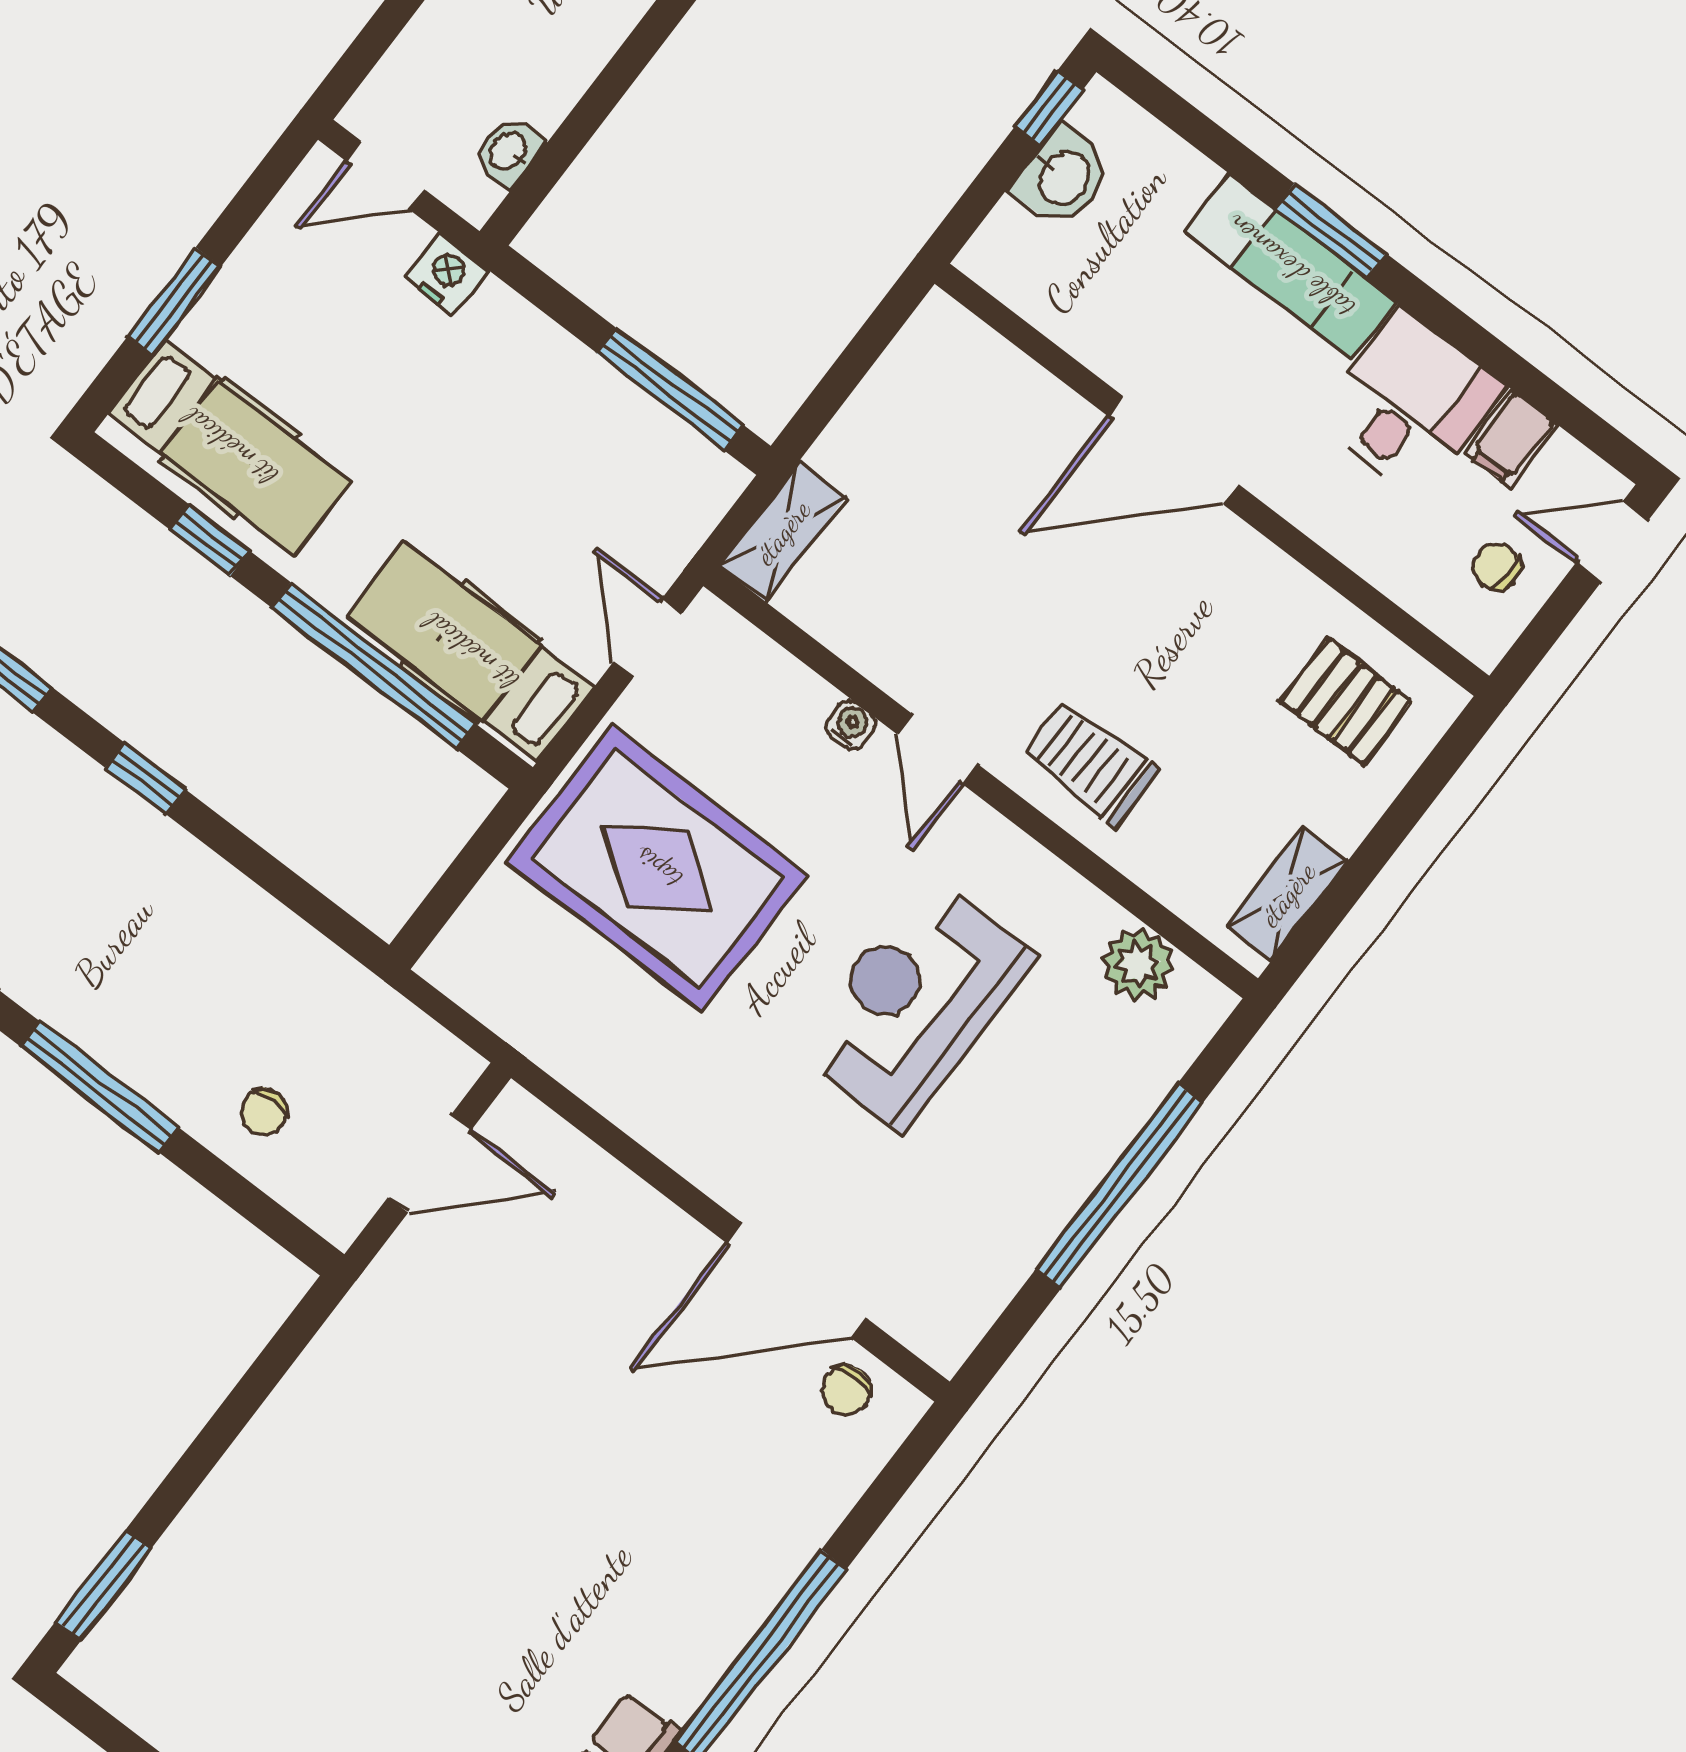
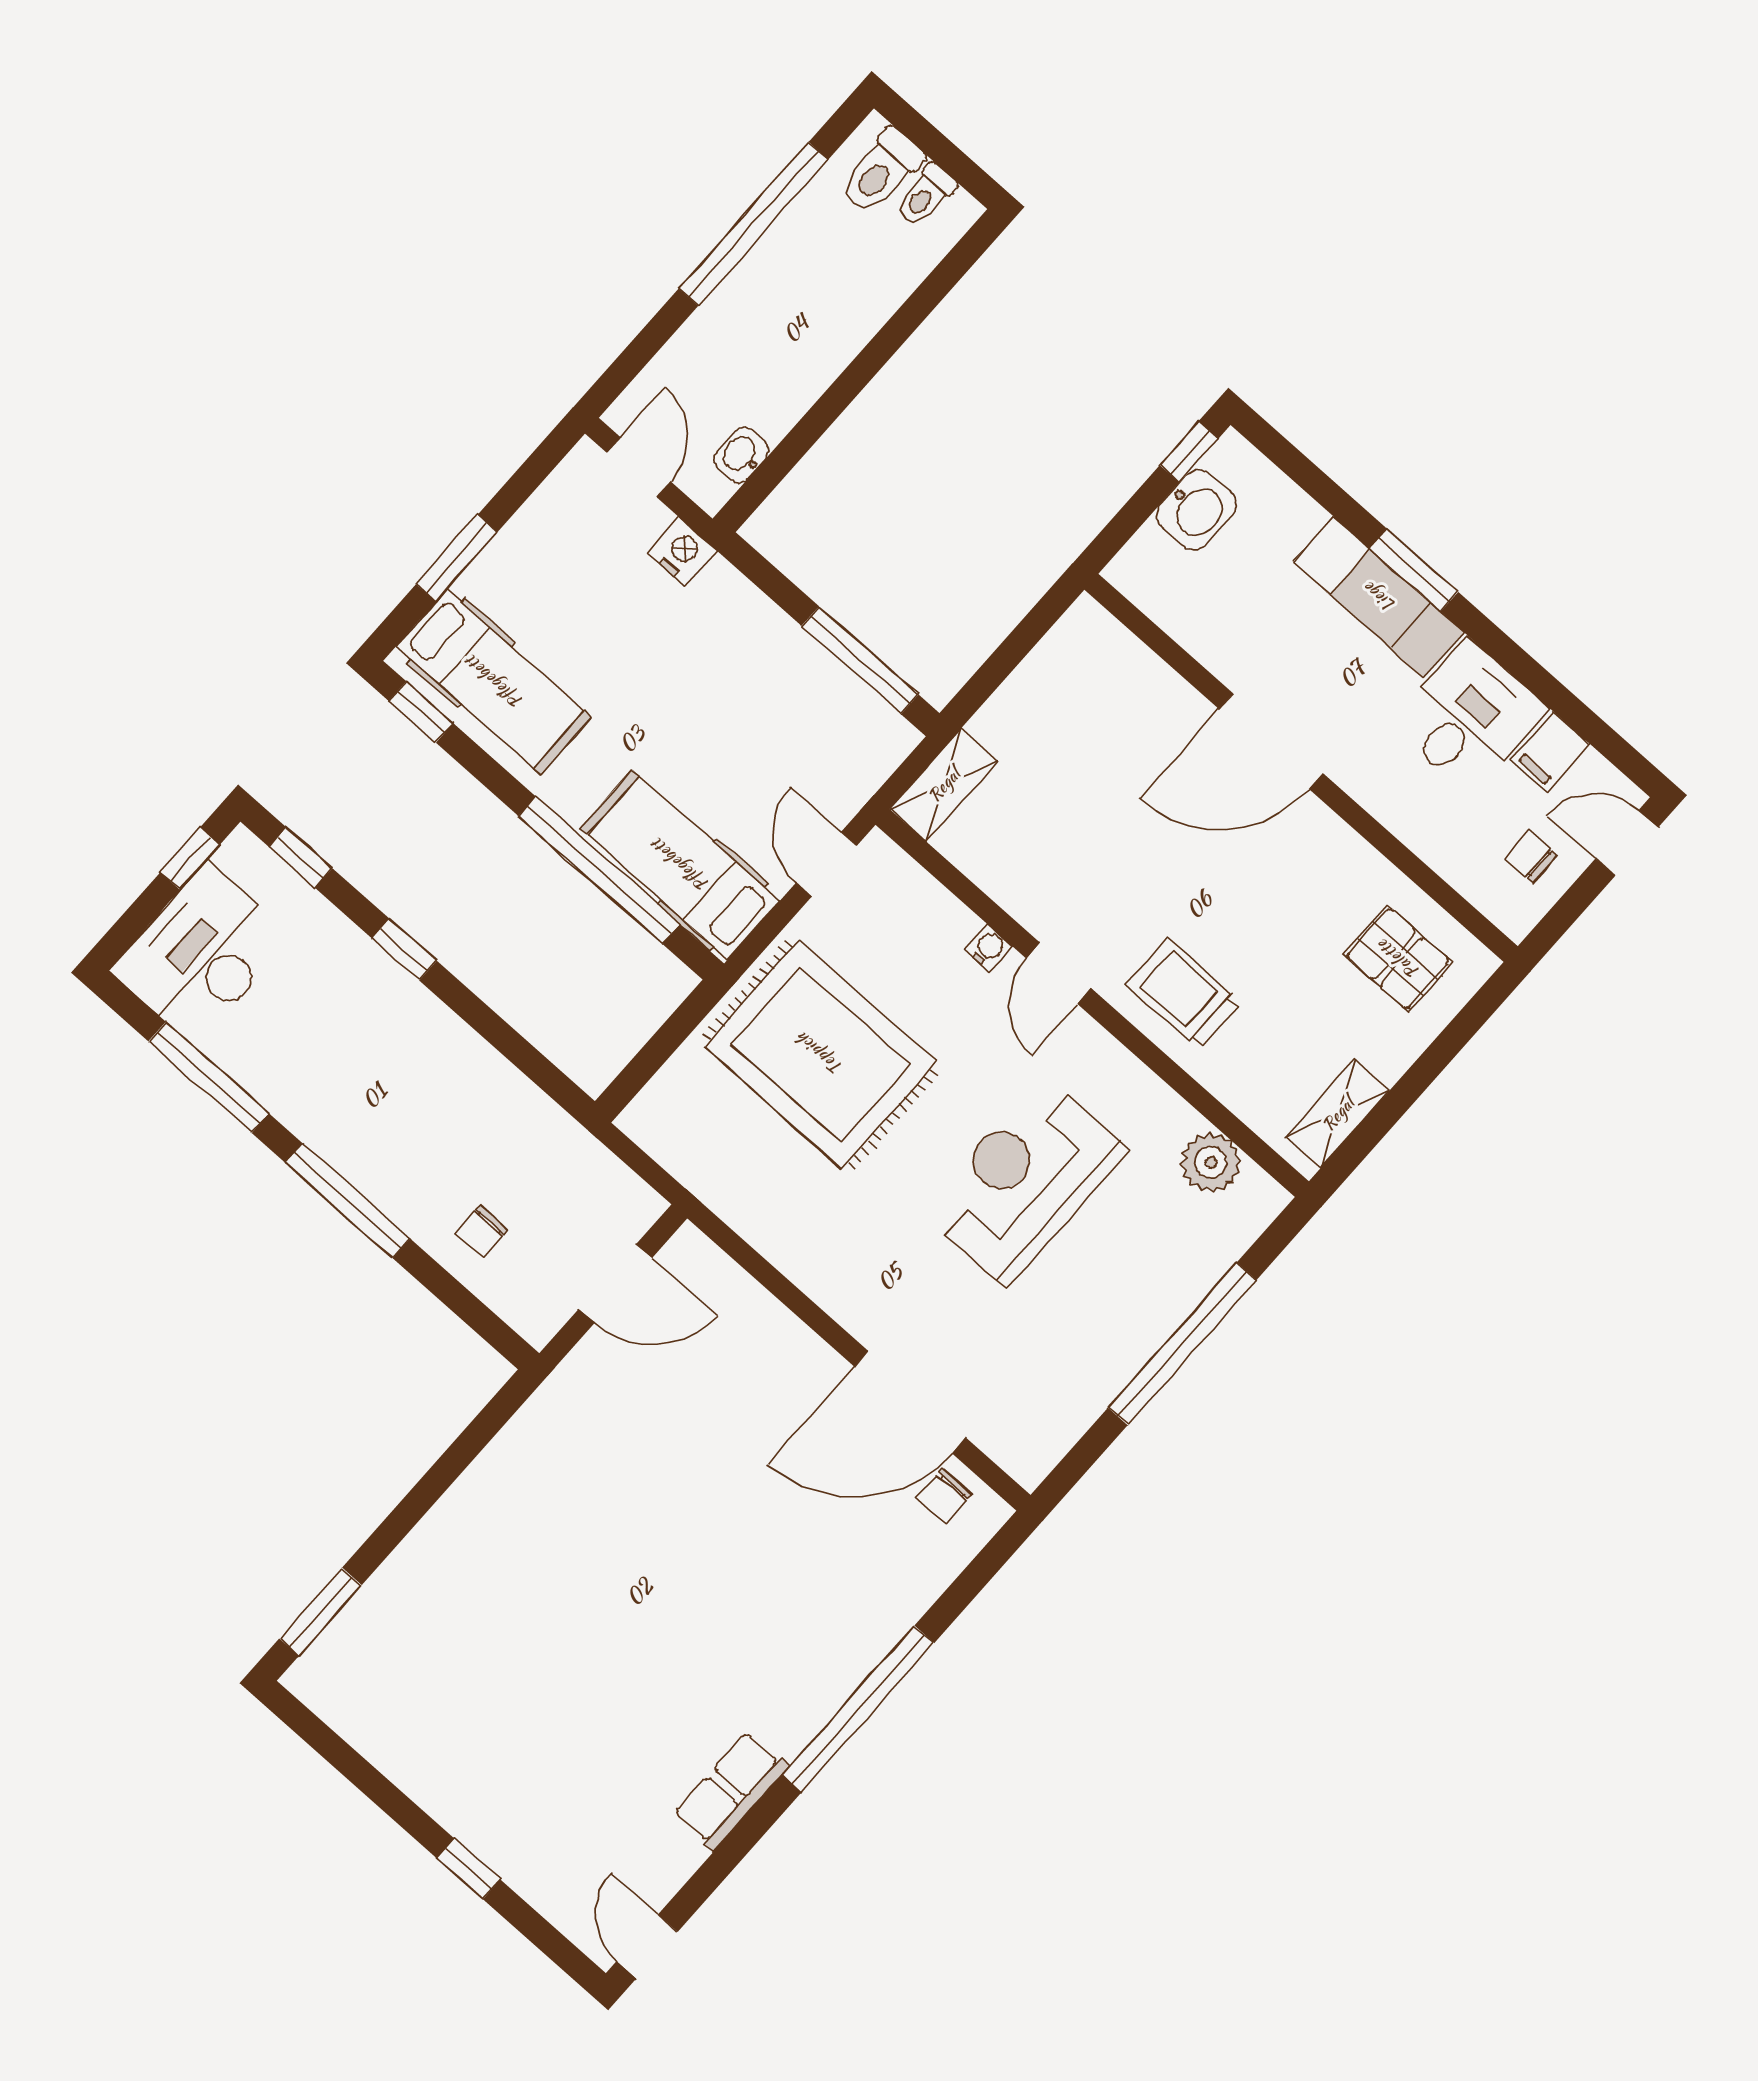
door: (386, 176) -> (639, 467), swing flipped
window: (210, 540) -> (421, 712), moved

